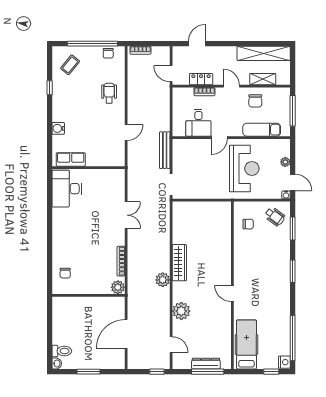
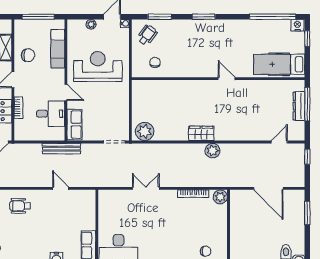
row of seats: (188, 146) -> (74, 125), added
bench: (165, 150) -> (61, 149), moved
wardrobe: (179, 263) -> (201, 133), width x0.67
door: (232, 293) -> (227, 79), swing flipped
plant: (181, 311) -> (145, 131), moved
window: (88, 372) -> (307, 213), moved

